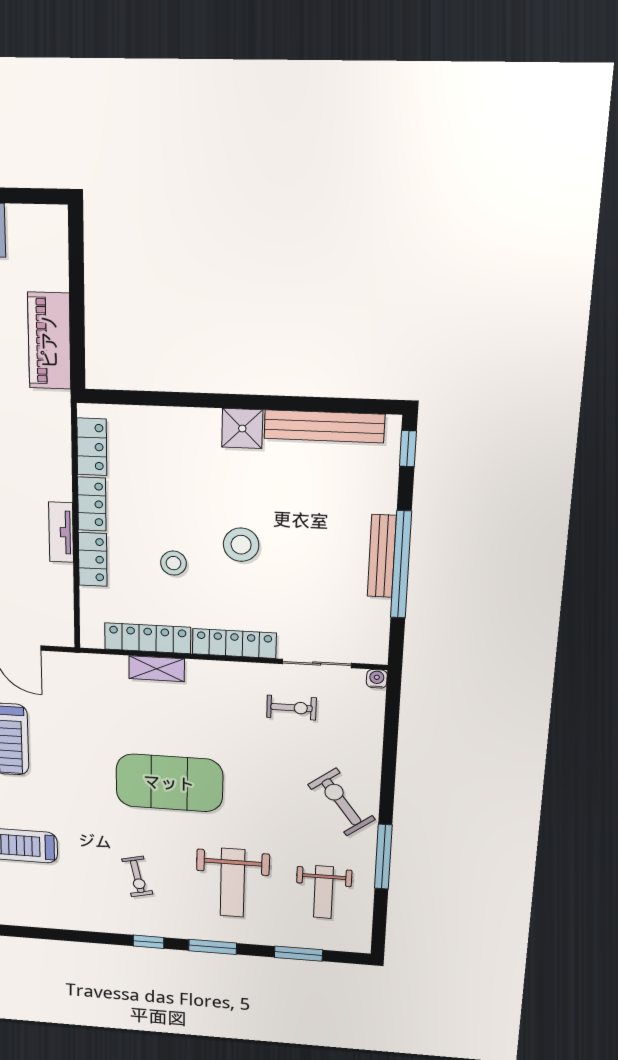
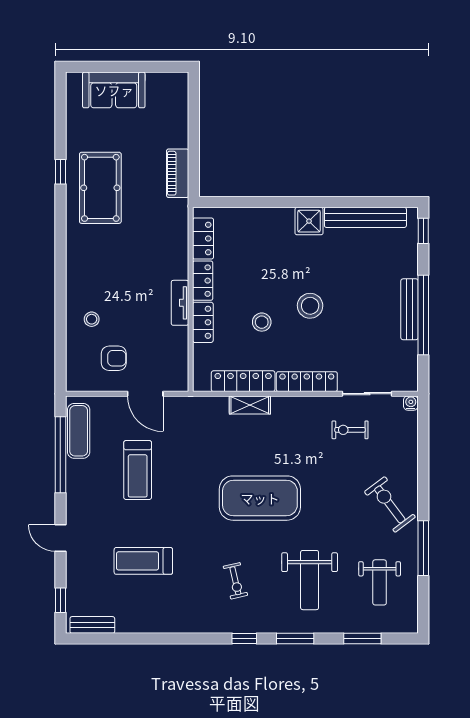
piano: (49, 341) -> (178, 173), width x0.73, depth x0.75
exercise bike: (291, 708) -> (350, 430), turned 180

